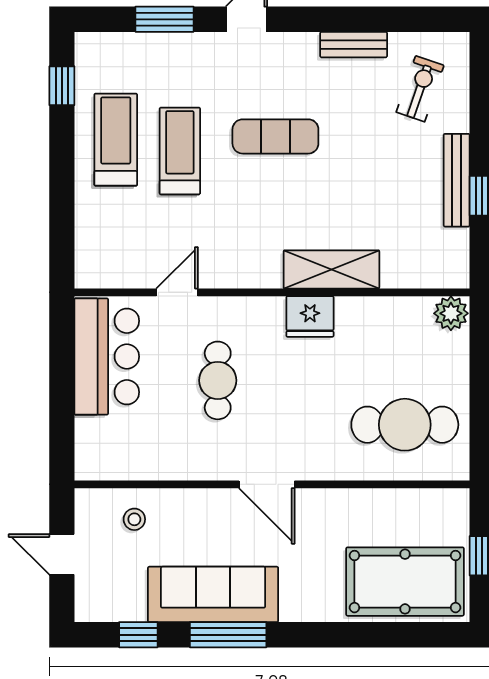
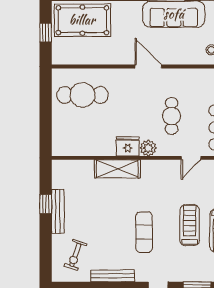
bench: (354, 45) -> (113, 276), width x1.36
exercise mat: (275, 136) -> (144, 232), turned 90
treadmill: (180, 151) -> (190, 225), turned 180
plant: (451, 313) -> (148, 148), moved

